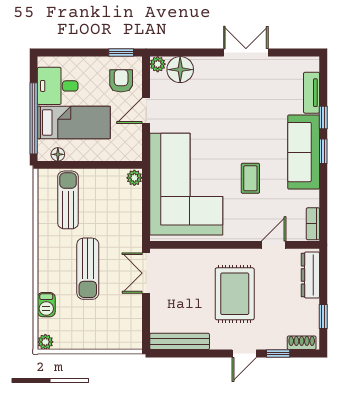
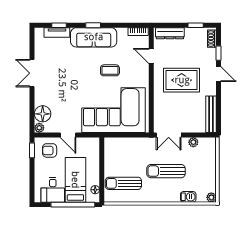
window: (323, 118) -> (59, 25), moved
plant: (134, 178) -> (193, 142), moved
sun lounger: (88, 269) -> (166, 171), turned 180

